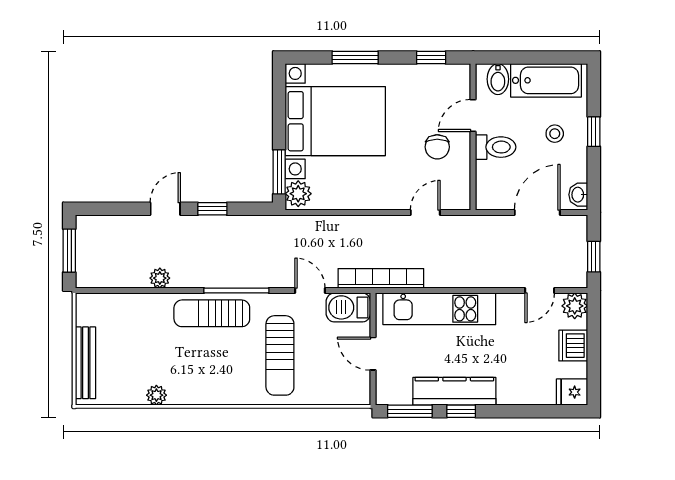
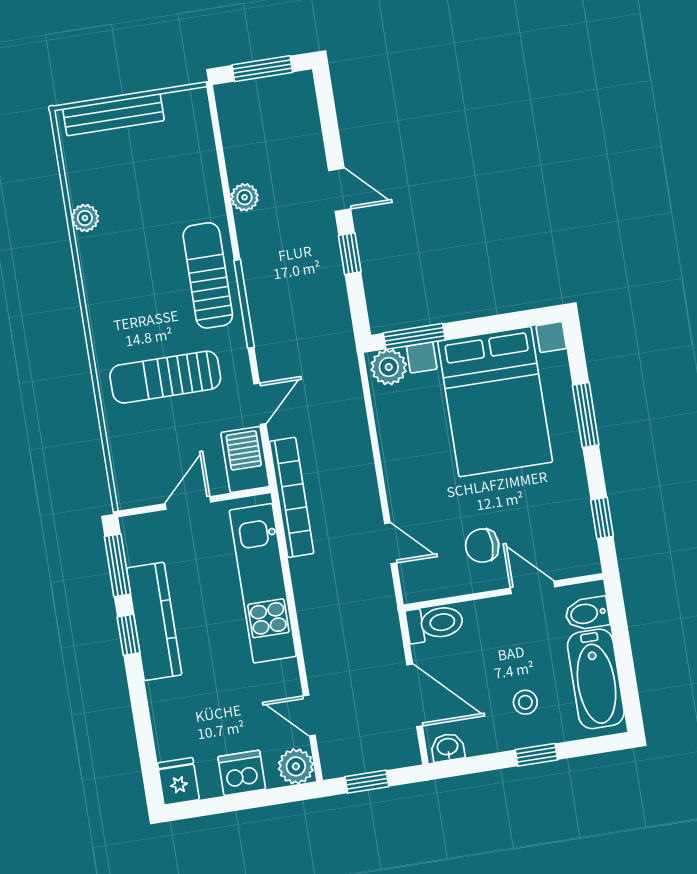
toilet: (496, 147) -> (435, 623), moved, turned -90

